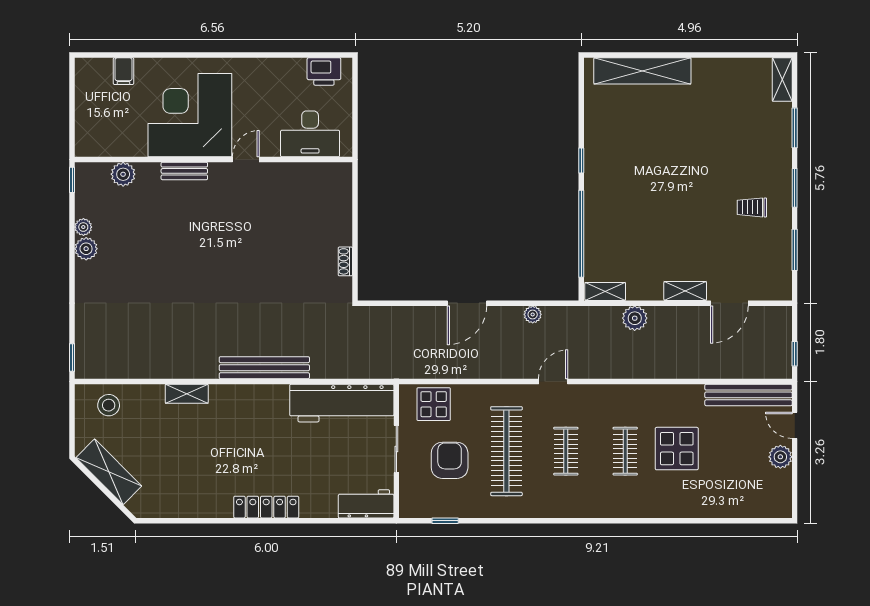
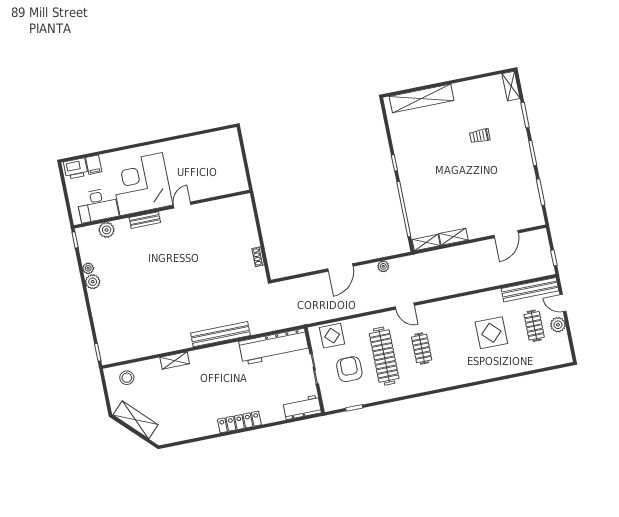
printer: (324, 71) -> (76, 169), moved
desk: (310, 134) -> (98, 205), moved
trolley: (752, 207) -> (480, 136), moved
shelving: (685, 291) -> (453, 237), moved
plant: (635, 318) -> (448, 256), removed
door: (553, 382) -> (405, 306), swing flipped
clothes rail: (625, 451) -> (534, 326), moved

